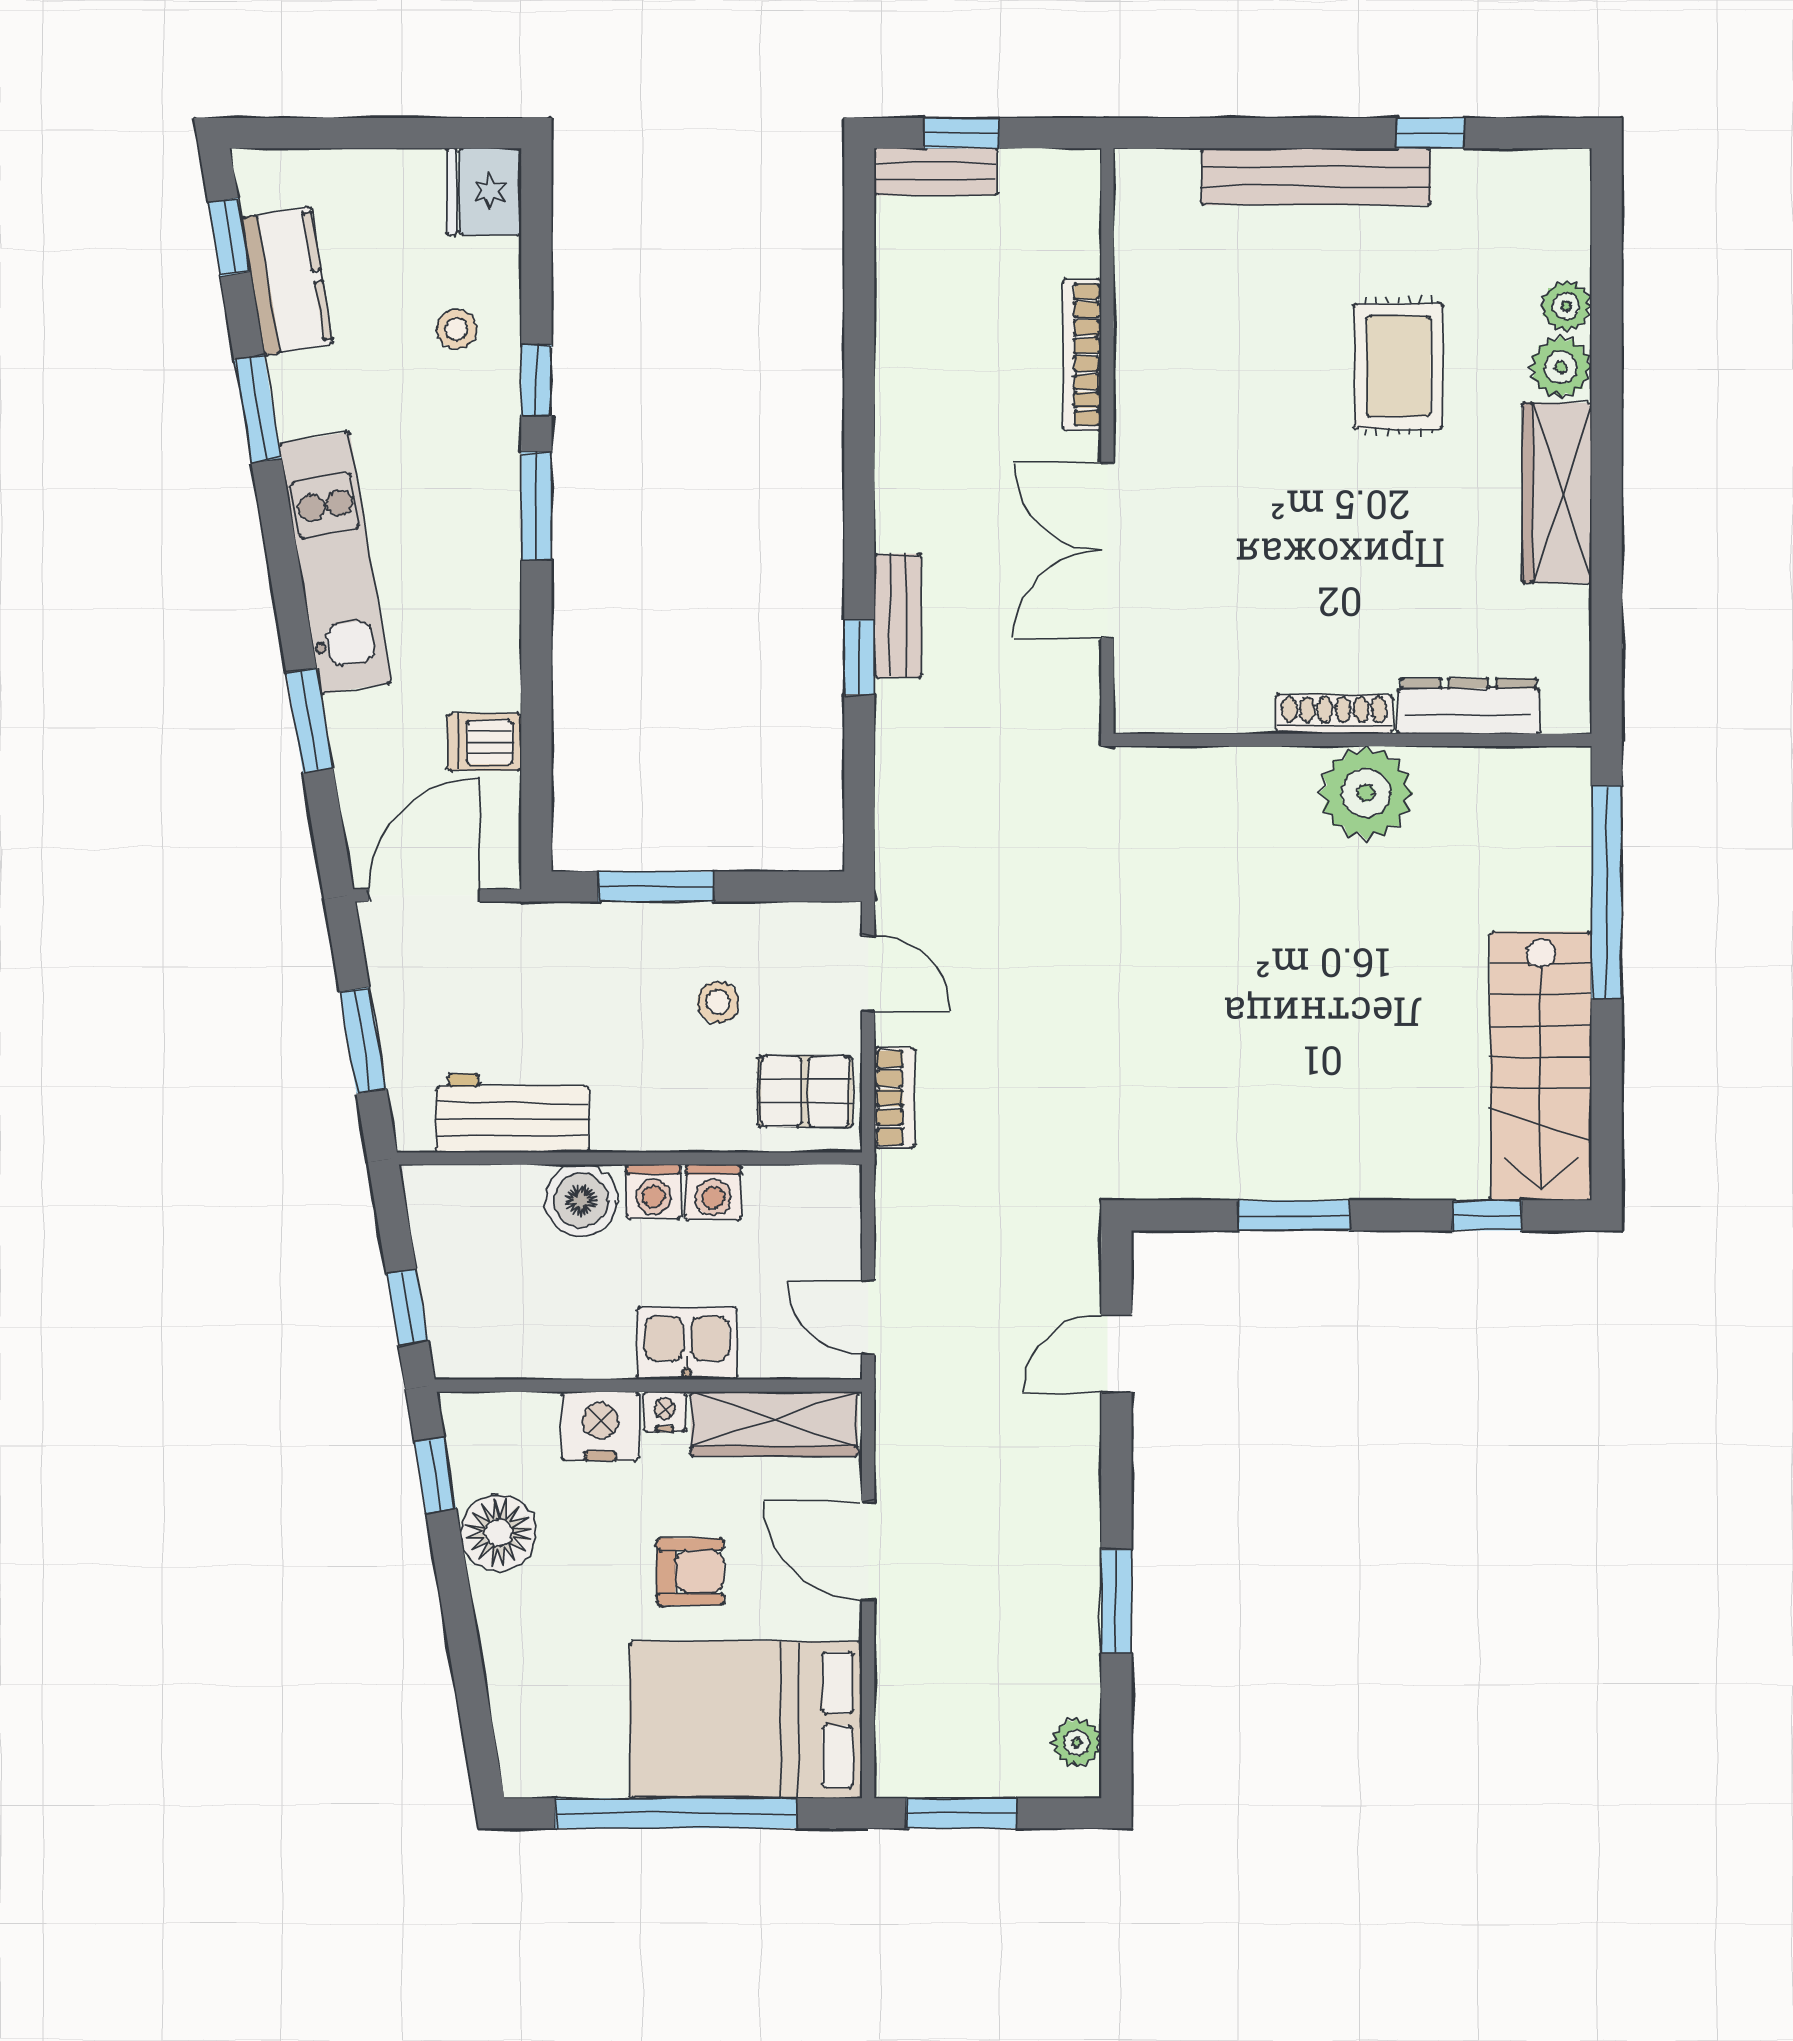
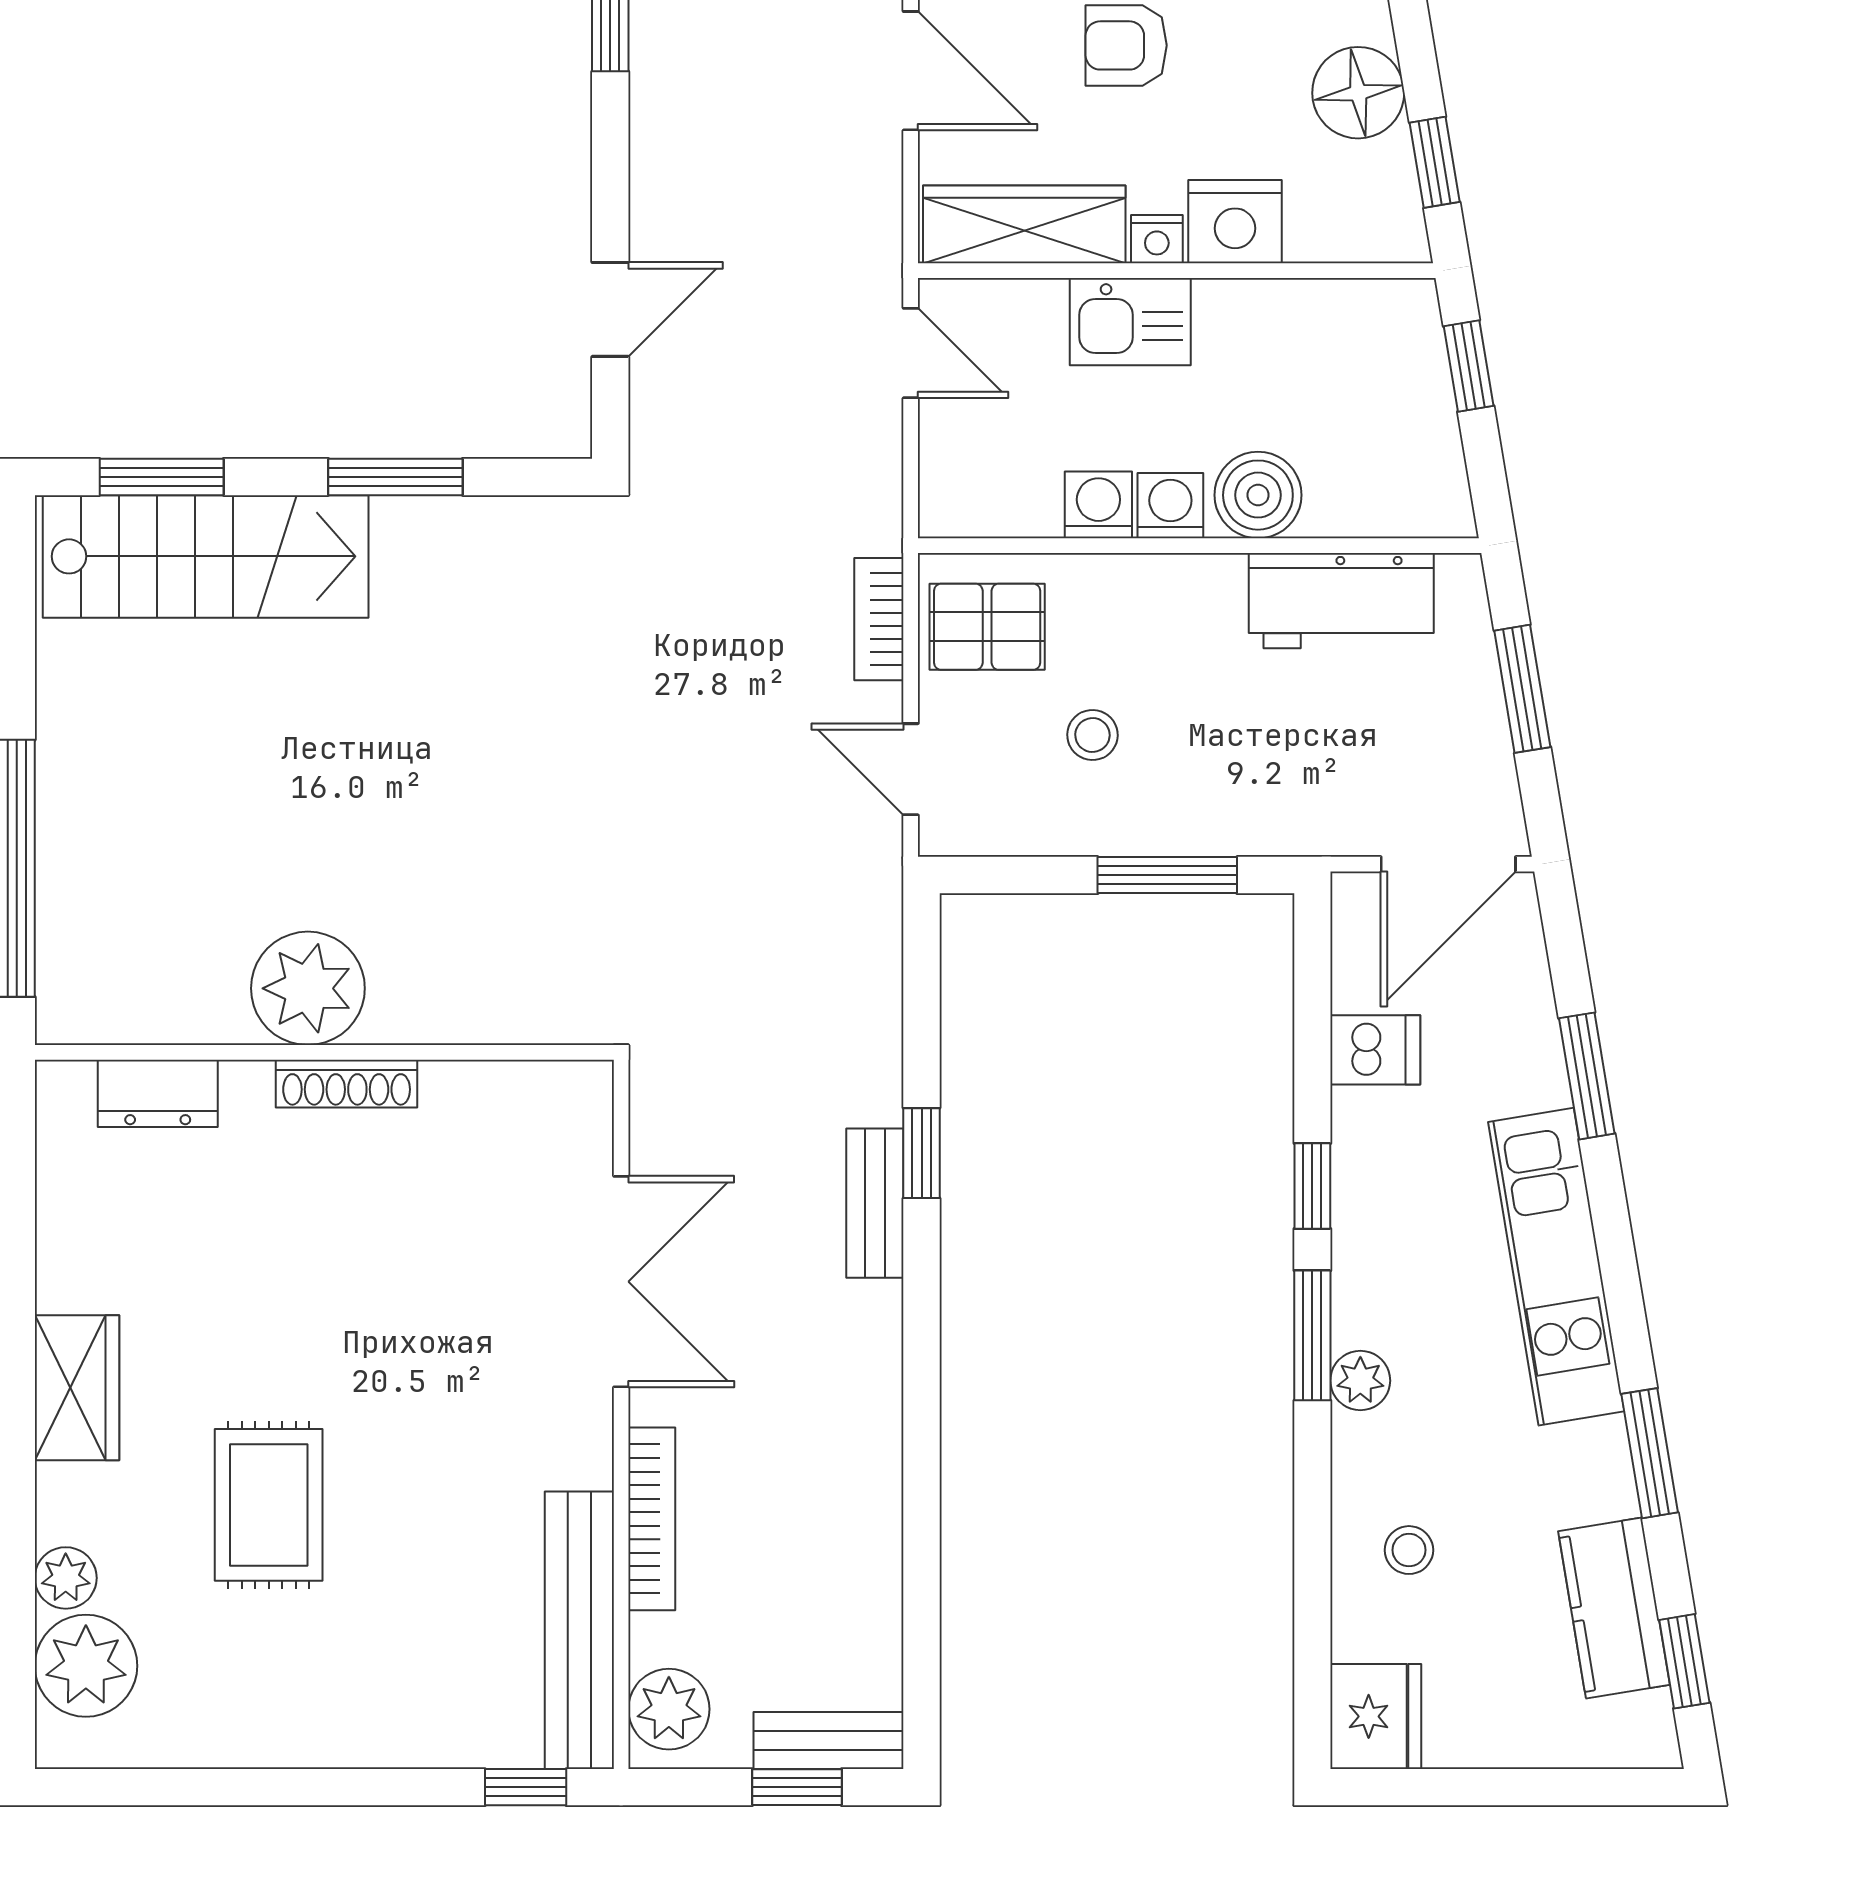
window: (1430, 133) -> (526, 1787), moved
bench: (1316, 177) -> (579, 1630), moved, turned 90
plant: (1068, 198) -> (669, 1709), added
plant: (1561, 367) -> (86, 1666), moved, width x1.36, depth x1.36
window: (536, 380) -> (1312, 1186), moved
plant: (497, 469) -> (1360, 1381), added
wardrobe: (1557, 493) -> (77, 1388), width x0.67
dresser: (1468, 706) -> (158, 1093), width x0.70
stairs: (1541, 1066) -> (206, 556), moved, turned 90
window: (1487, 1215) -> (162, 477), width x1.50

